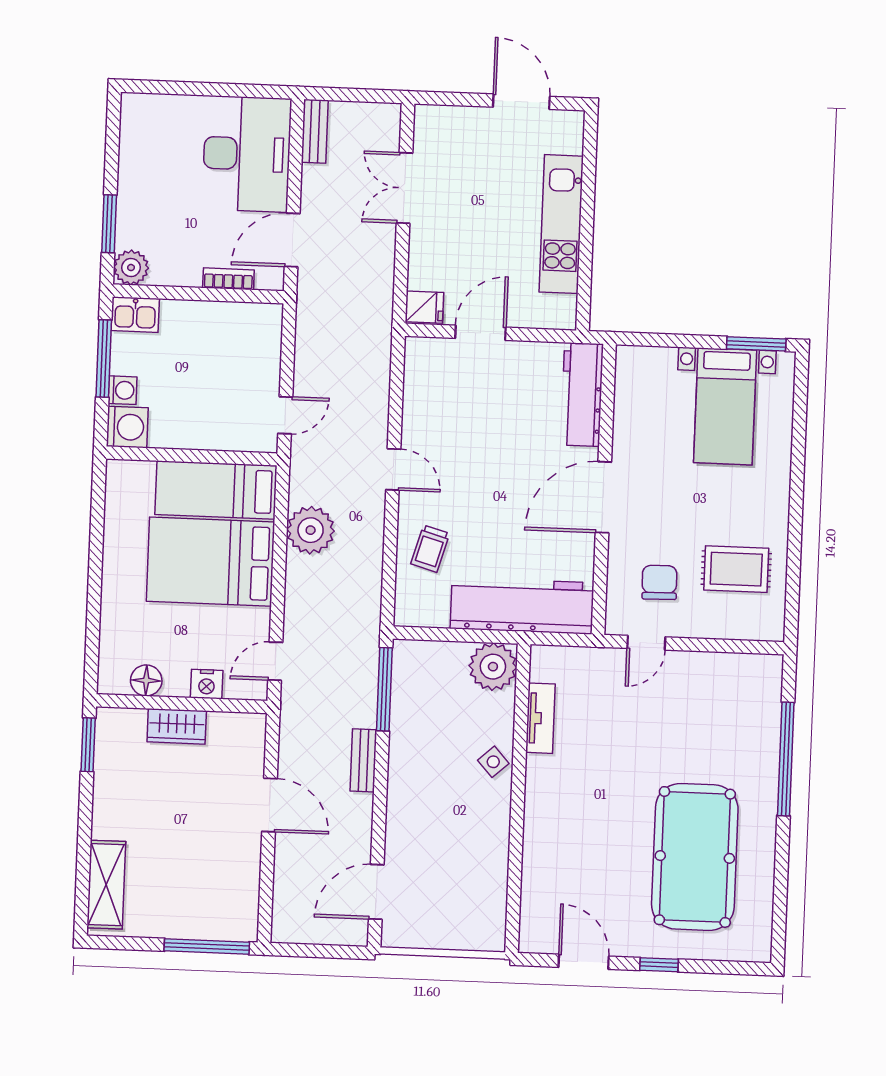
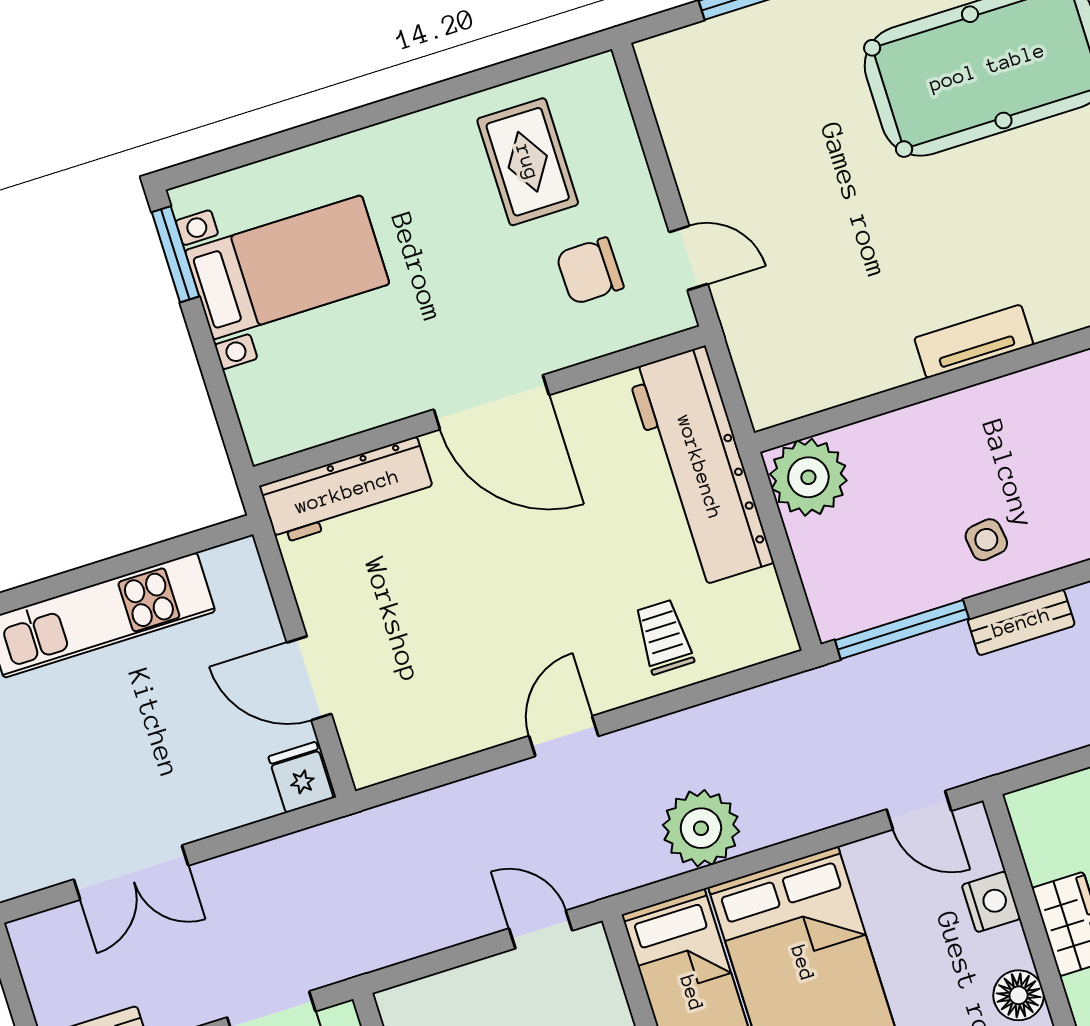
trolley: (430, 549) -> (664, 637), turned -106
tv unit: (540, 718) -> (974, 341), moved
side table: (493, 762) -> (986, 540), moved, turned 34

